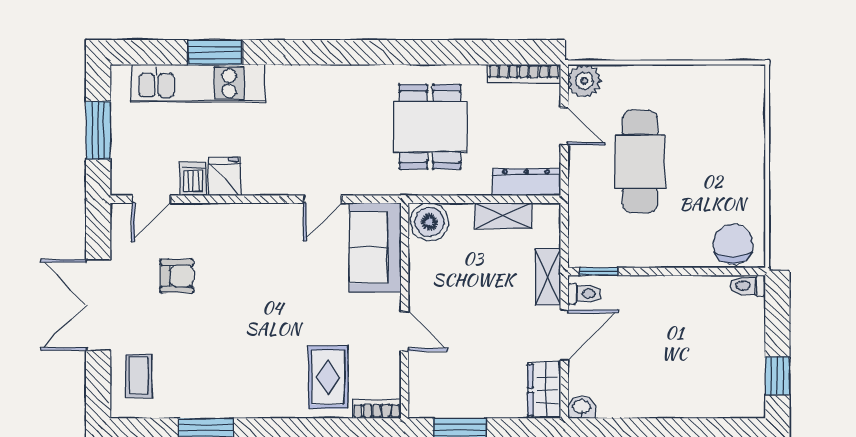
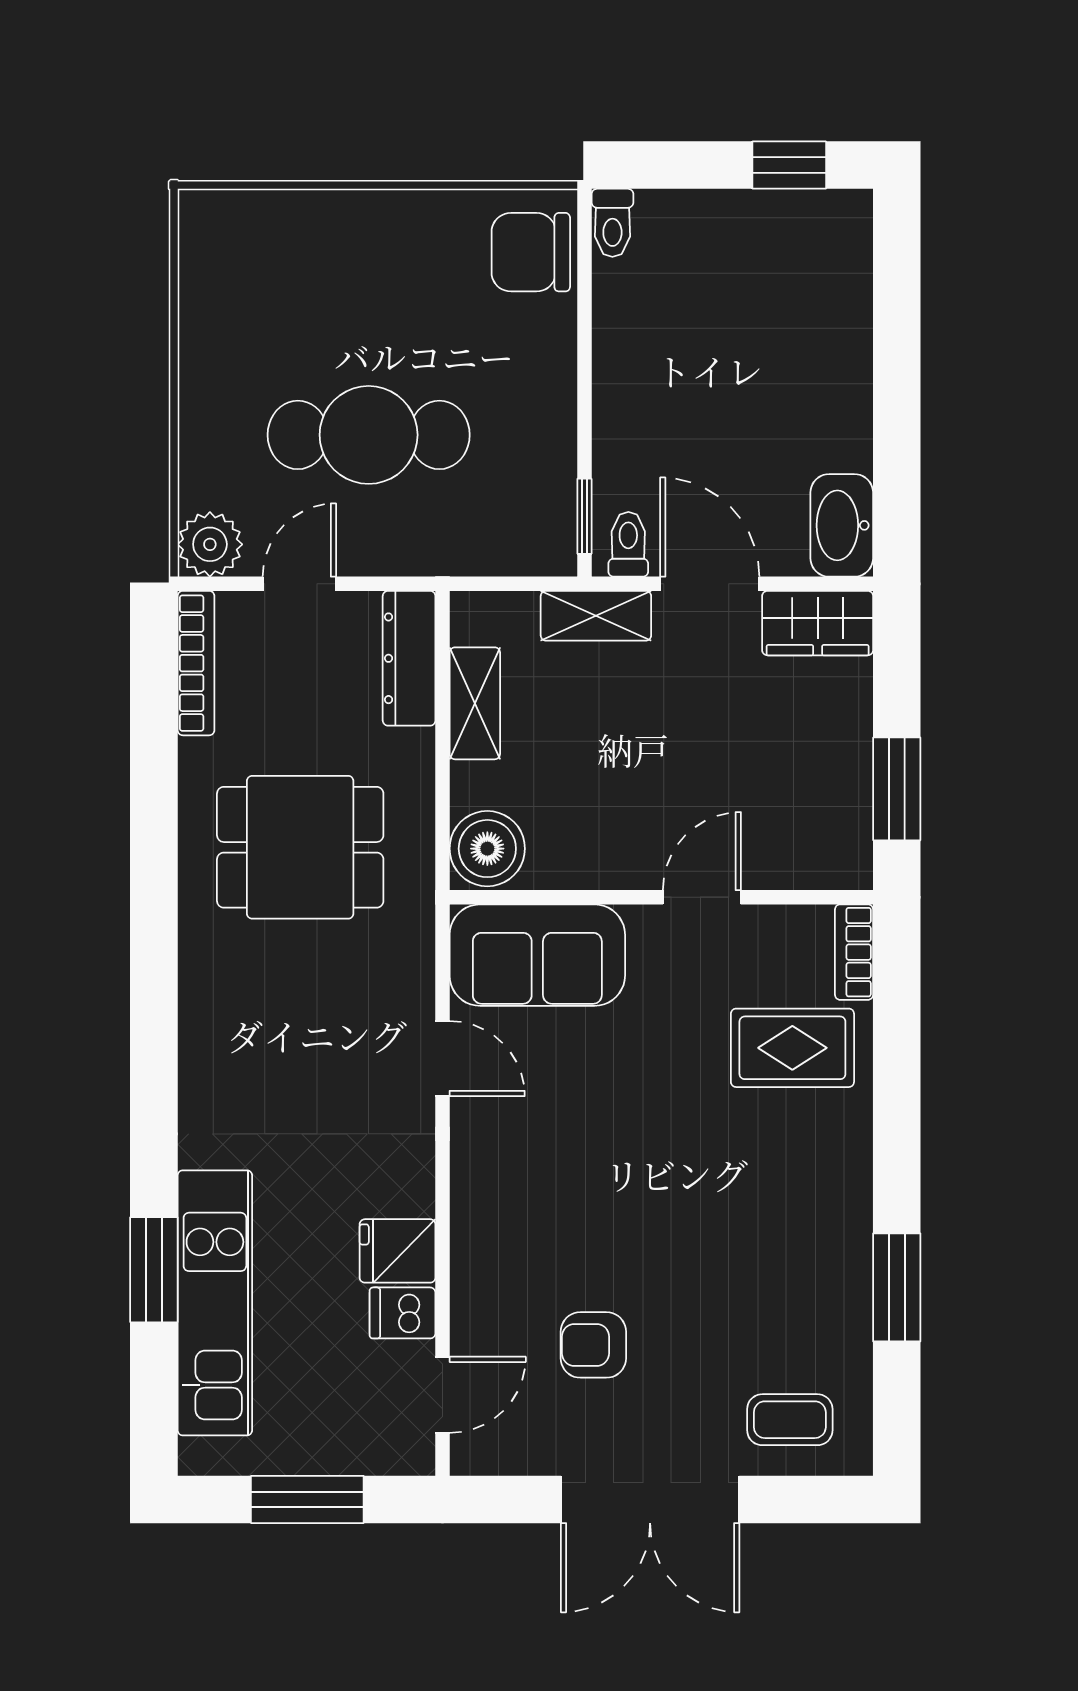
door: (151, 199) -> (443, 1395), hinge flipped
armchair: (177, 276) -> (593, 1345), turned -90
washbasin: (581, 407) -> (842, 525), width x1.91, depth x1.45

